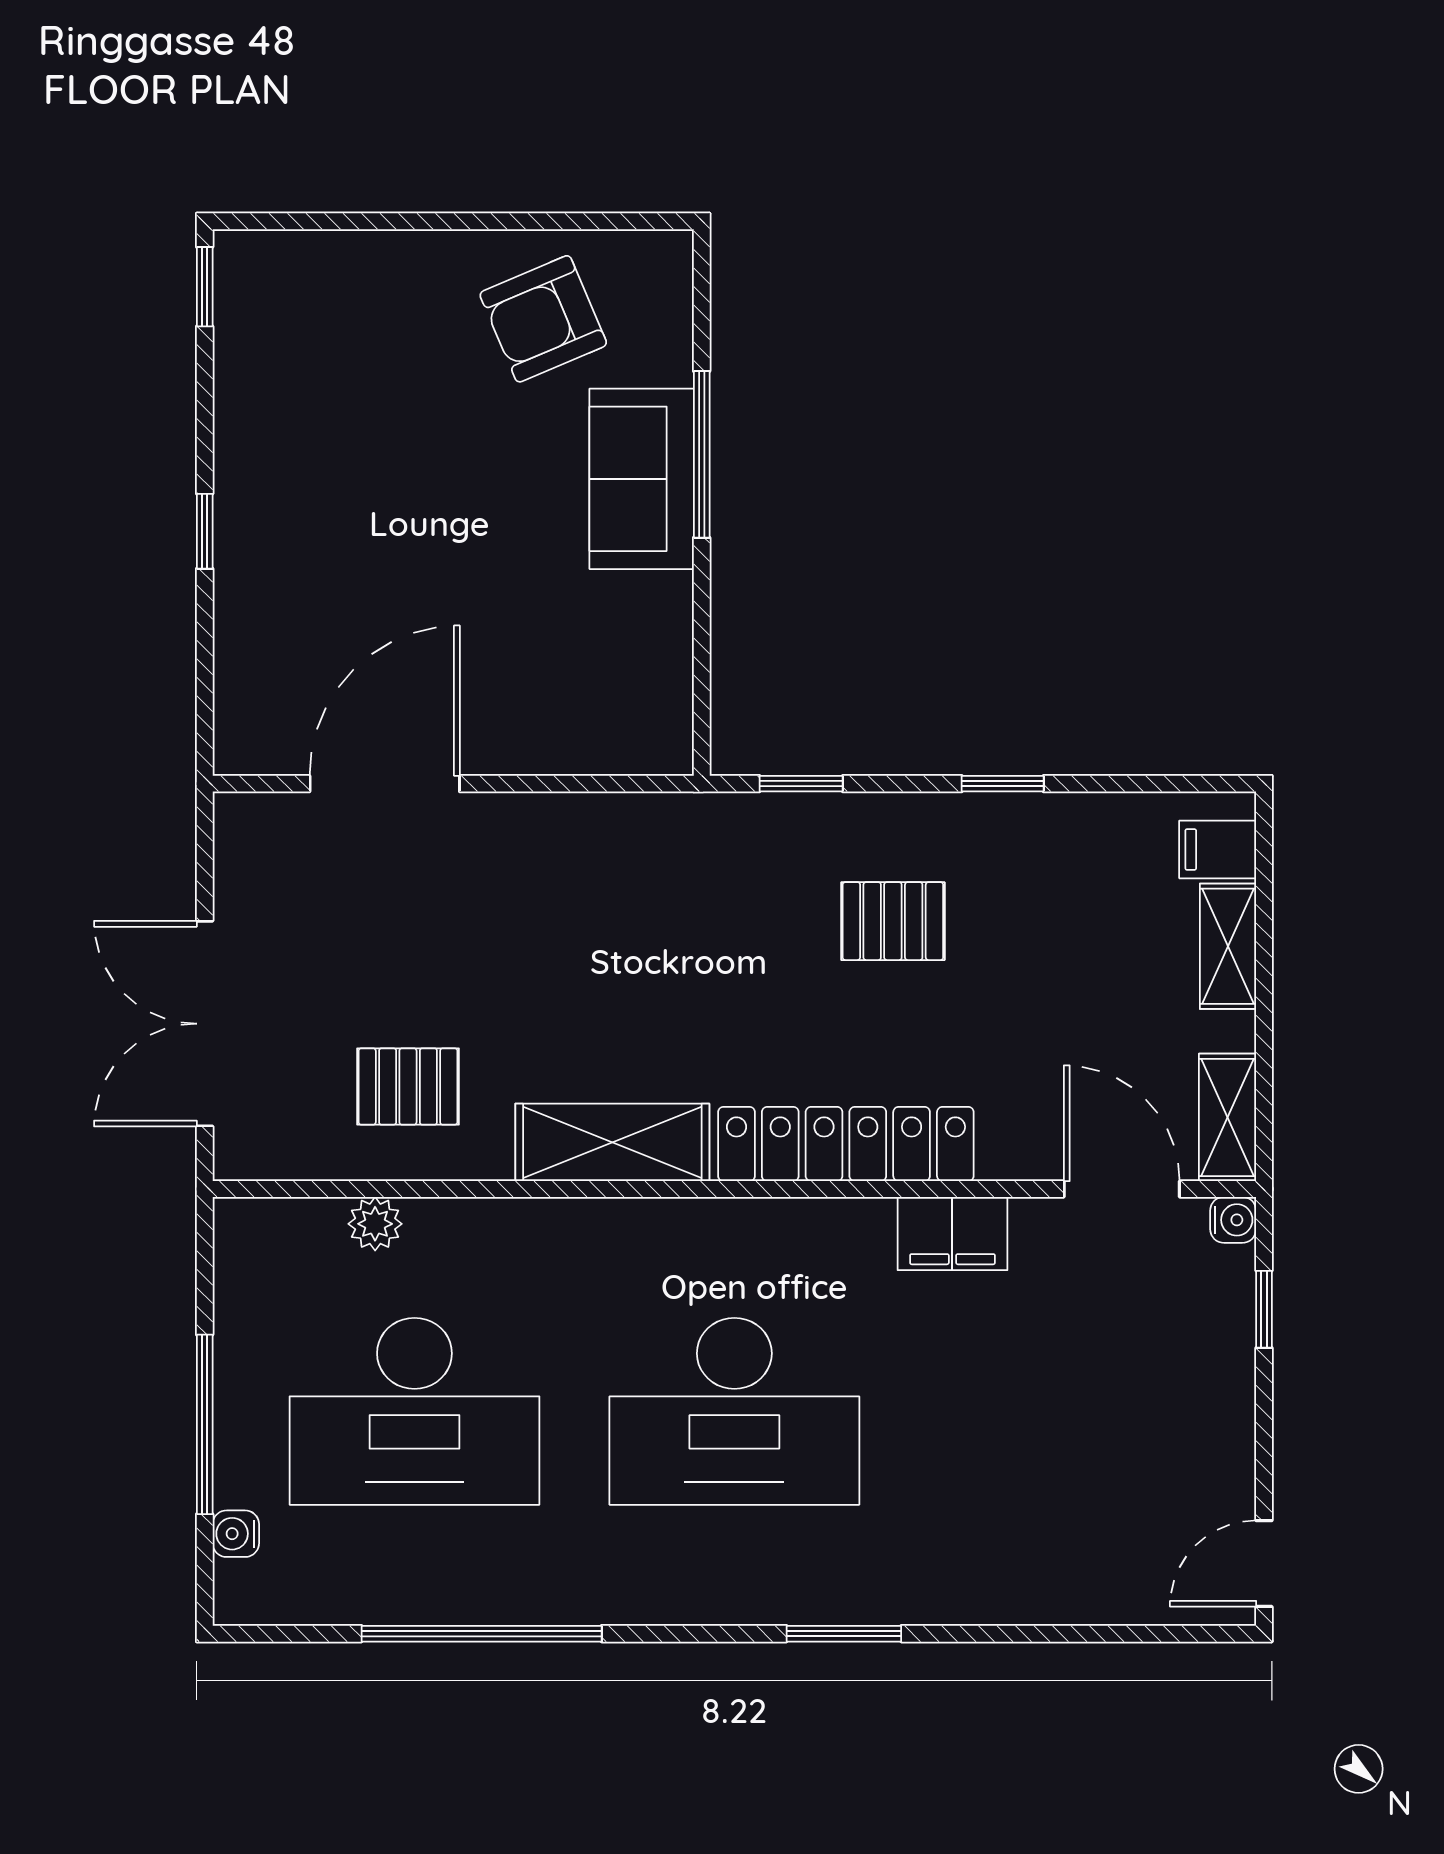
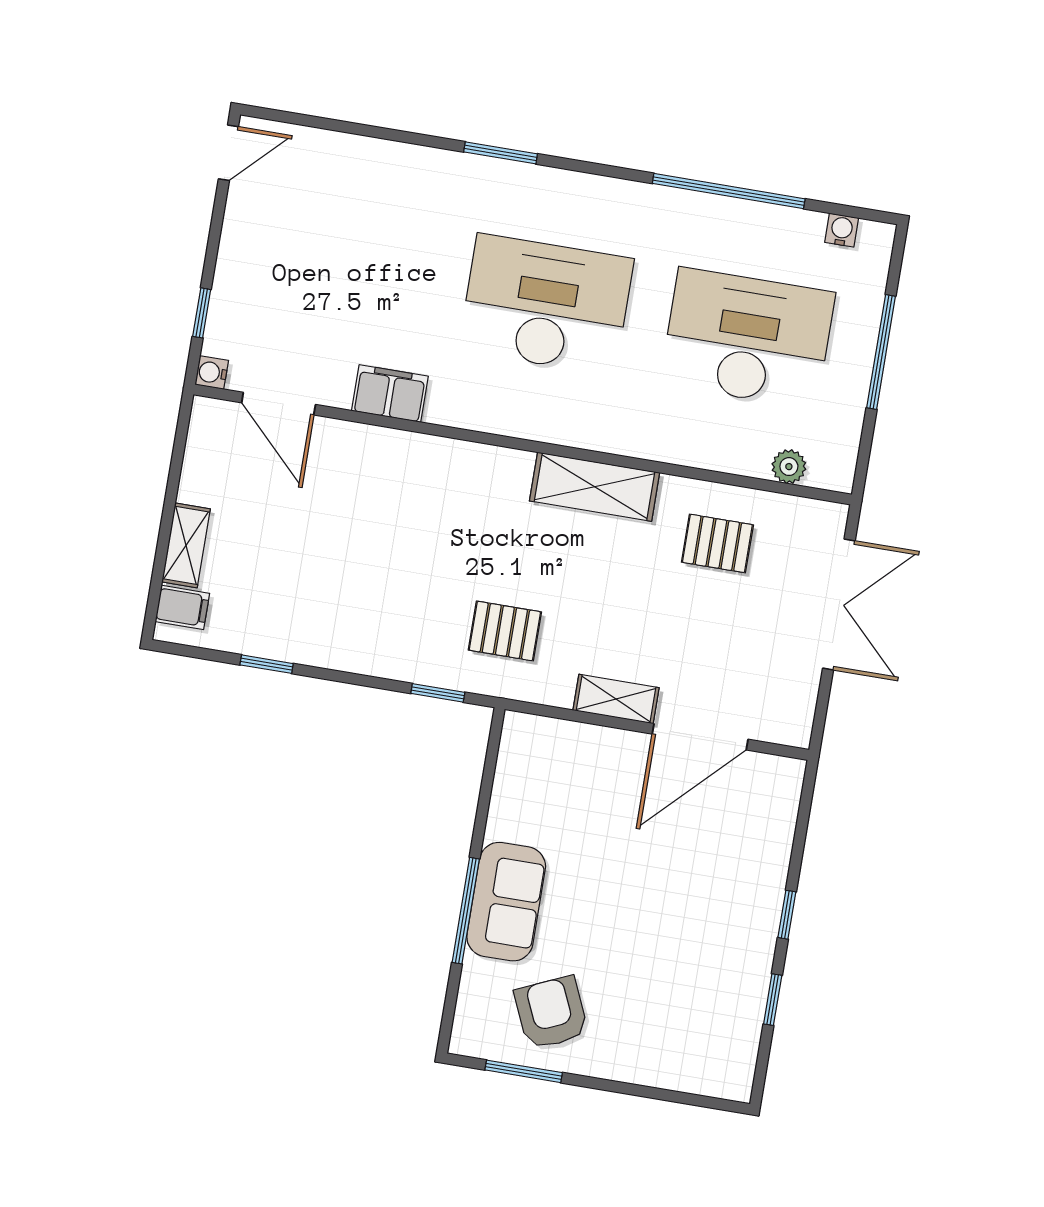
window: (571, 221) -> (524, 1071), added
window: (205, 287) -> (773, 1000), moved
armchair: (543, 319) -> (551, 1013), turned -91
window: (1003, 784) -> (267, 664), moved
pallet: (893, 921) -> (505, 631), moved
shelving: (1227, 1117) -> (616, 699), moved, turned 90
locker: (846, 1144) -> (448, 461), removed
plant: (375, 1224) -> (789, 467), moved
water cooler: (236, 1534) -> (842, 230), moved, turned -90

